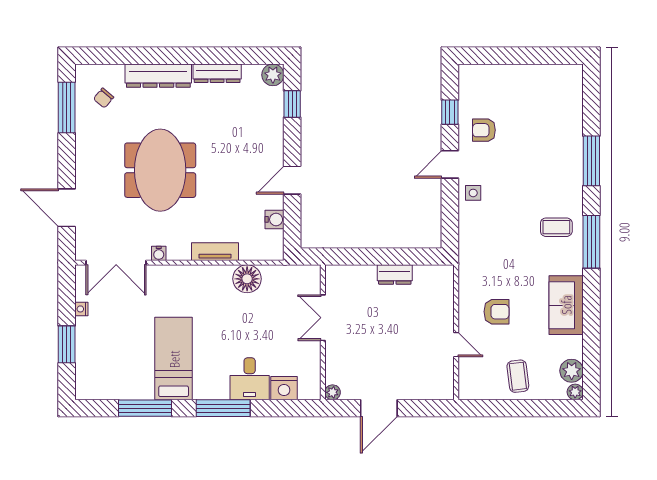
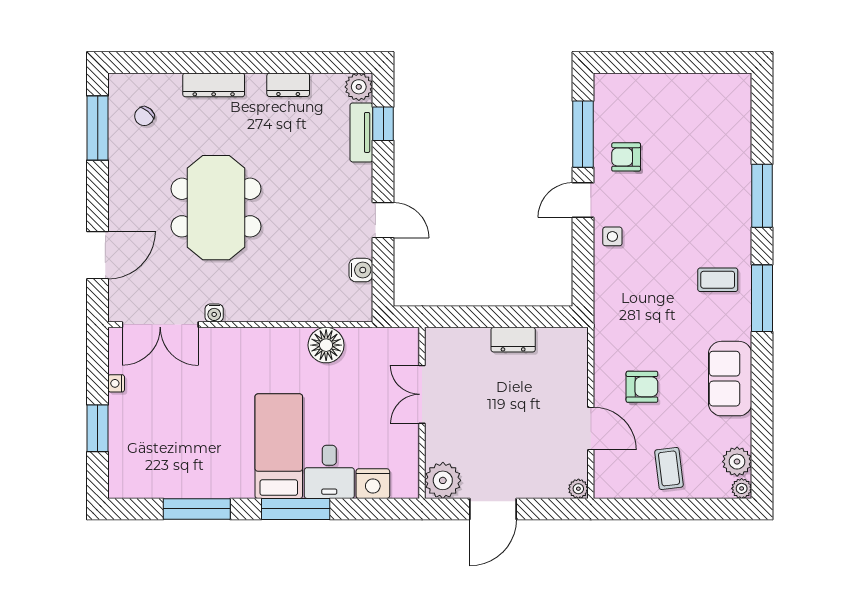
dresser: (217, 73) -> (288, 85), width x0.70
dresser: (158, 76) -> (214, 85), width x0.73, depth x0.80
window: (450, 112) -> (583, 134), width x2.17
door: (292, 180) -> (383, 220), swing flipped
door: (67, 208) -> (98, 255), swing flipped
tv unit: (215, 252) -> (361, 132), moved, turned -90
door: (456, 345) -> (591, 428), width x1.37
bed: (174, 359) -> (279, 446), moved
plant: (333, 392) -> (443, 480), width x1.87, depth x1.87
plant: (446, 392) -> (578, 489), added

